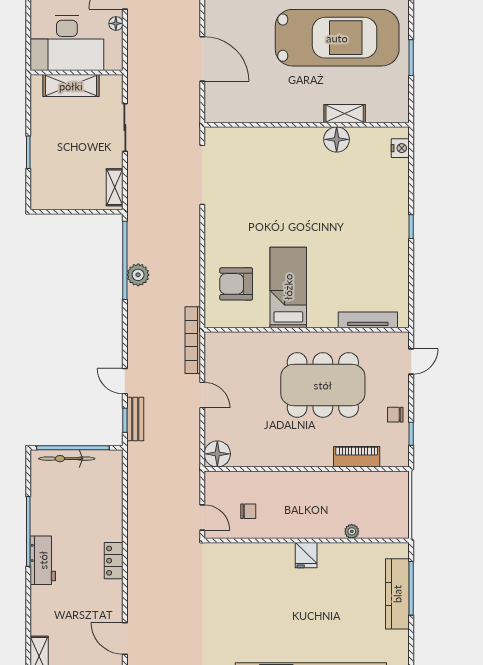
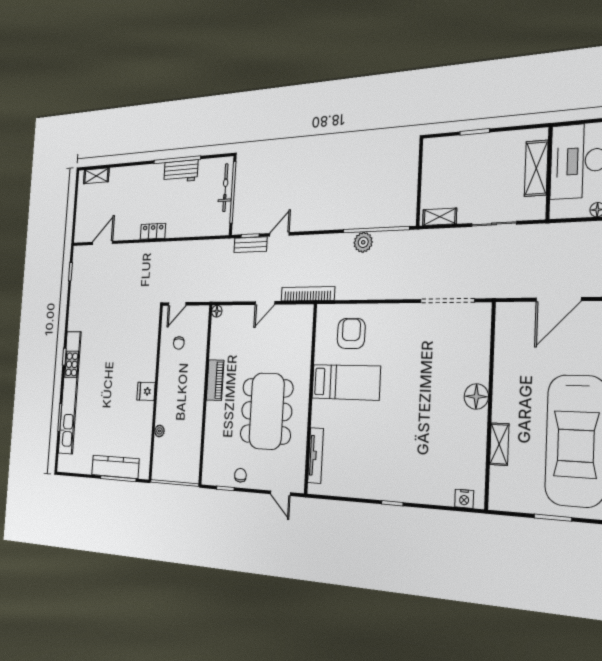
floor lamp: (337, 139) -> (476, 396), moved
floor lamp: (217, 454) -> (217, 311), width x0.53, depth x0.53
piano: (357, 457) -> (215, 380), moved
workbench: (43, 560) -> (181, 171), moved

